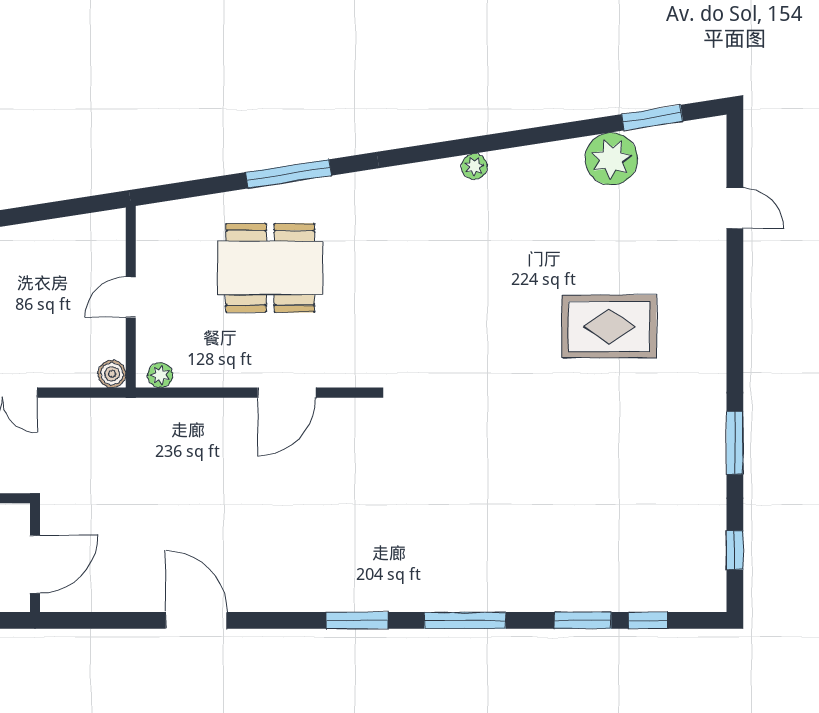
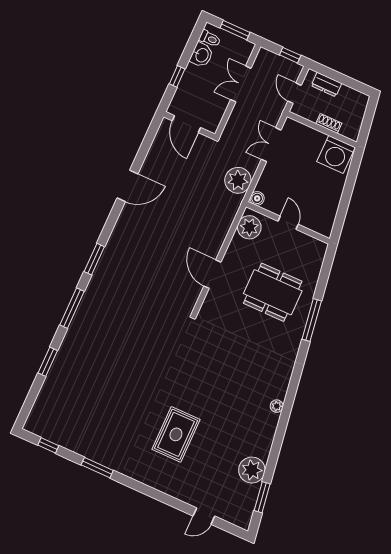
dining table: (270, 268) -> (273, 292), turned 90
plant: (160, 375) -> (249, 227), width x1.87, depth x1.87
plant: (95, 424) -> (238, 180), added
window: (648, 620) -> (34, 392), removed

